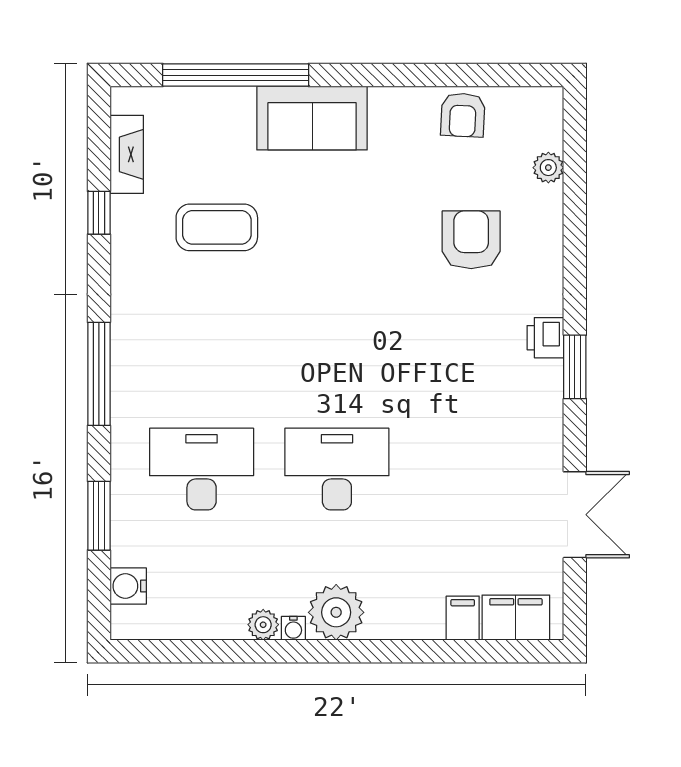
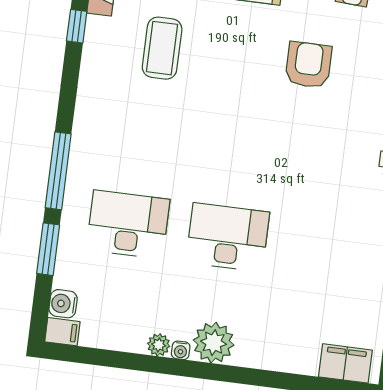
coffee table: (217, 227) -> (162, 48), turned 90
armchair: (471, 240) -> (308, 65), moved
window: (99, 374) -> (58, 171), moved
filing cabinet: (463, 618) -> (62, 332), moved, turned 90

